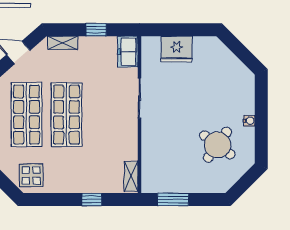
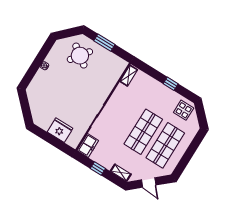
round table: (217, 145) -> (80, 56), moved
window: (92, 199) -> (171, 84), moved
window: (173, 199) -> (104, 43), moved

